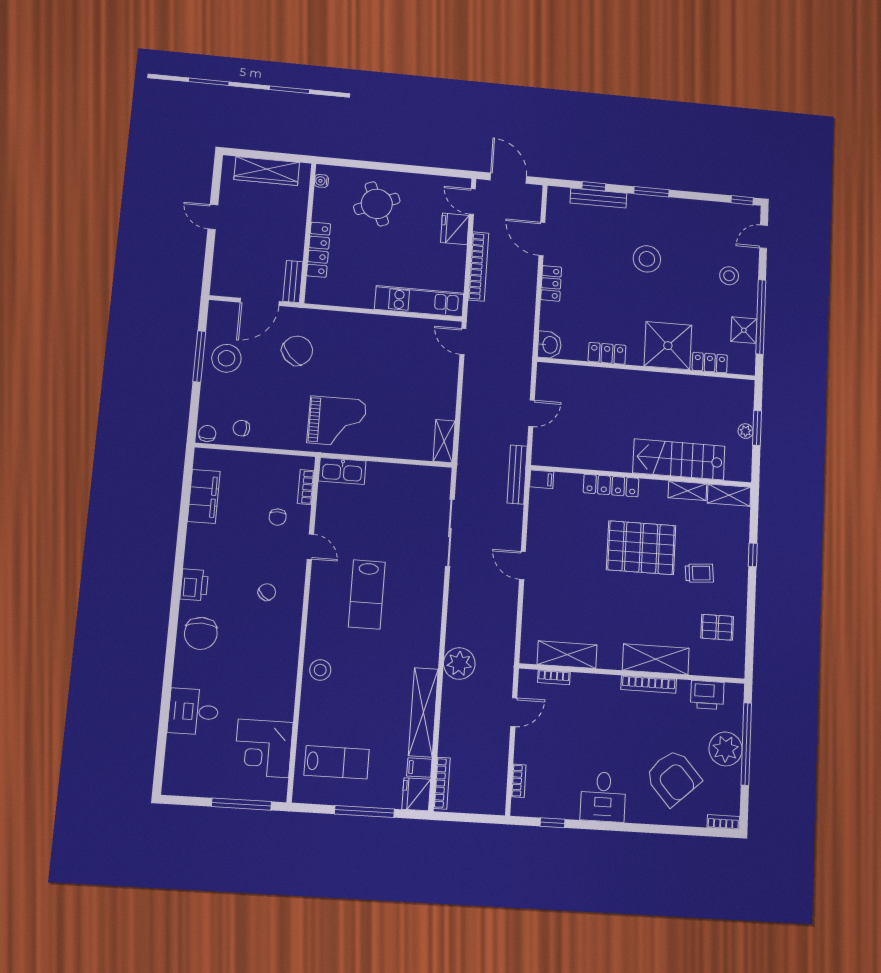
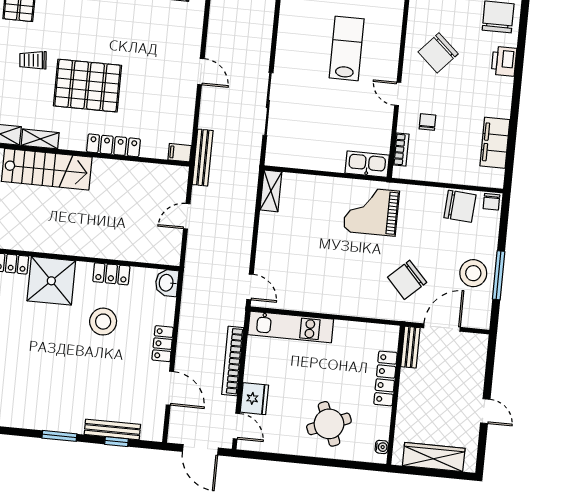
stool: (647, 259) -> (103, 322), moved
chair: (241, 428) -> (460, 206), width x1.87, depth x1.87
chair: (267, 592) -> (438, 53), width x1.87, depth x1.87

